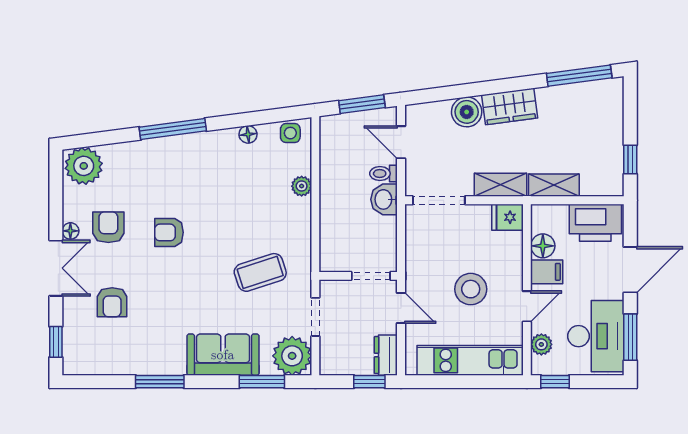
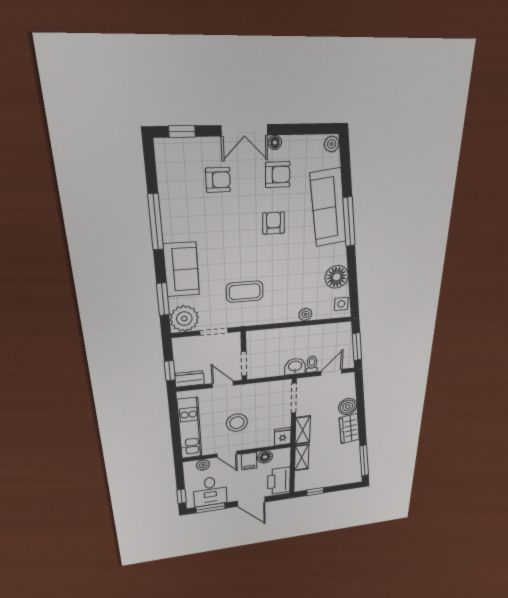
floor lamp: (248, 134) -> (337, 277), width x1.89, depth x1.89
sofa: (153, 159) -> (328, 208), added
plant: (84, 166) -> (332, 144), width x0.53, depth x0.53
coffee table: (260, 272) -> (245, 292), turned -72
armchair: (112, 302) -> (218, 180), turned 180
door: (401, 308) -> (223, 384), swing flipped
desk: (596, 336) -> (210, 491), width x0.73
window: (160, 382) -> (156, 222), width x1.44
window: (555, 382) -> (182, 496), moved

